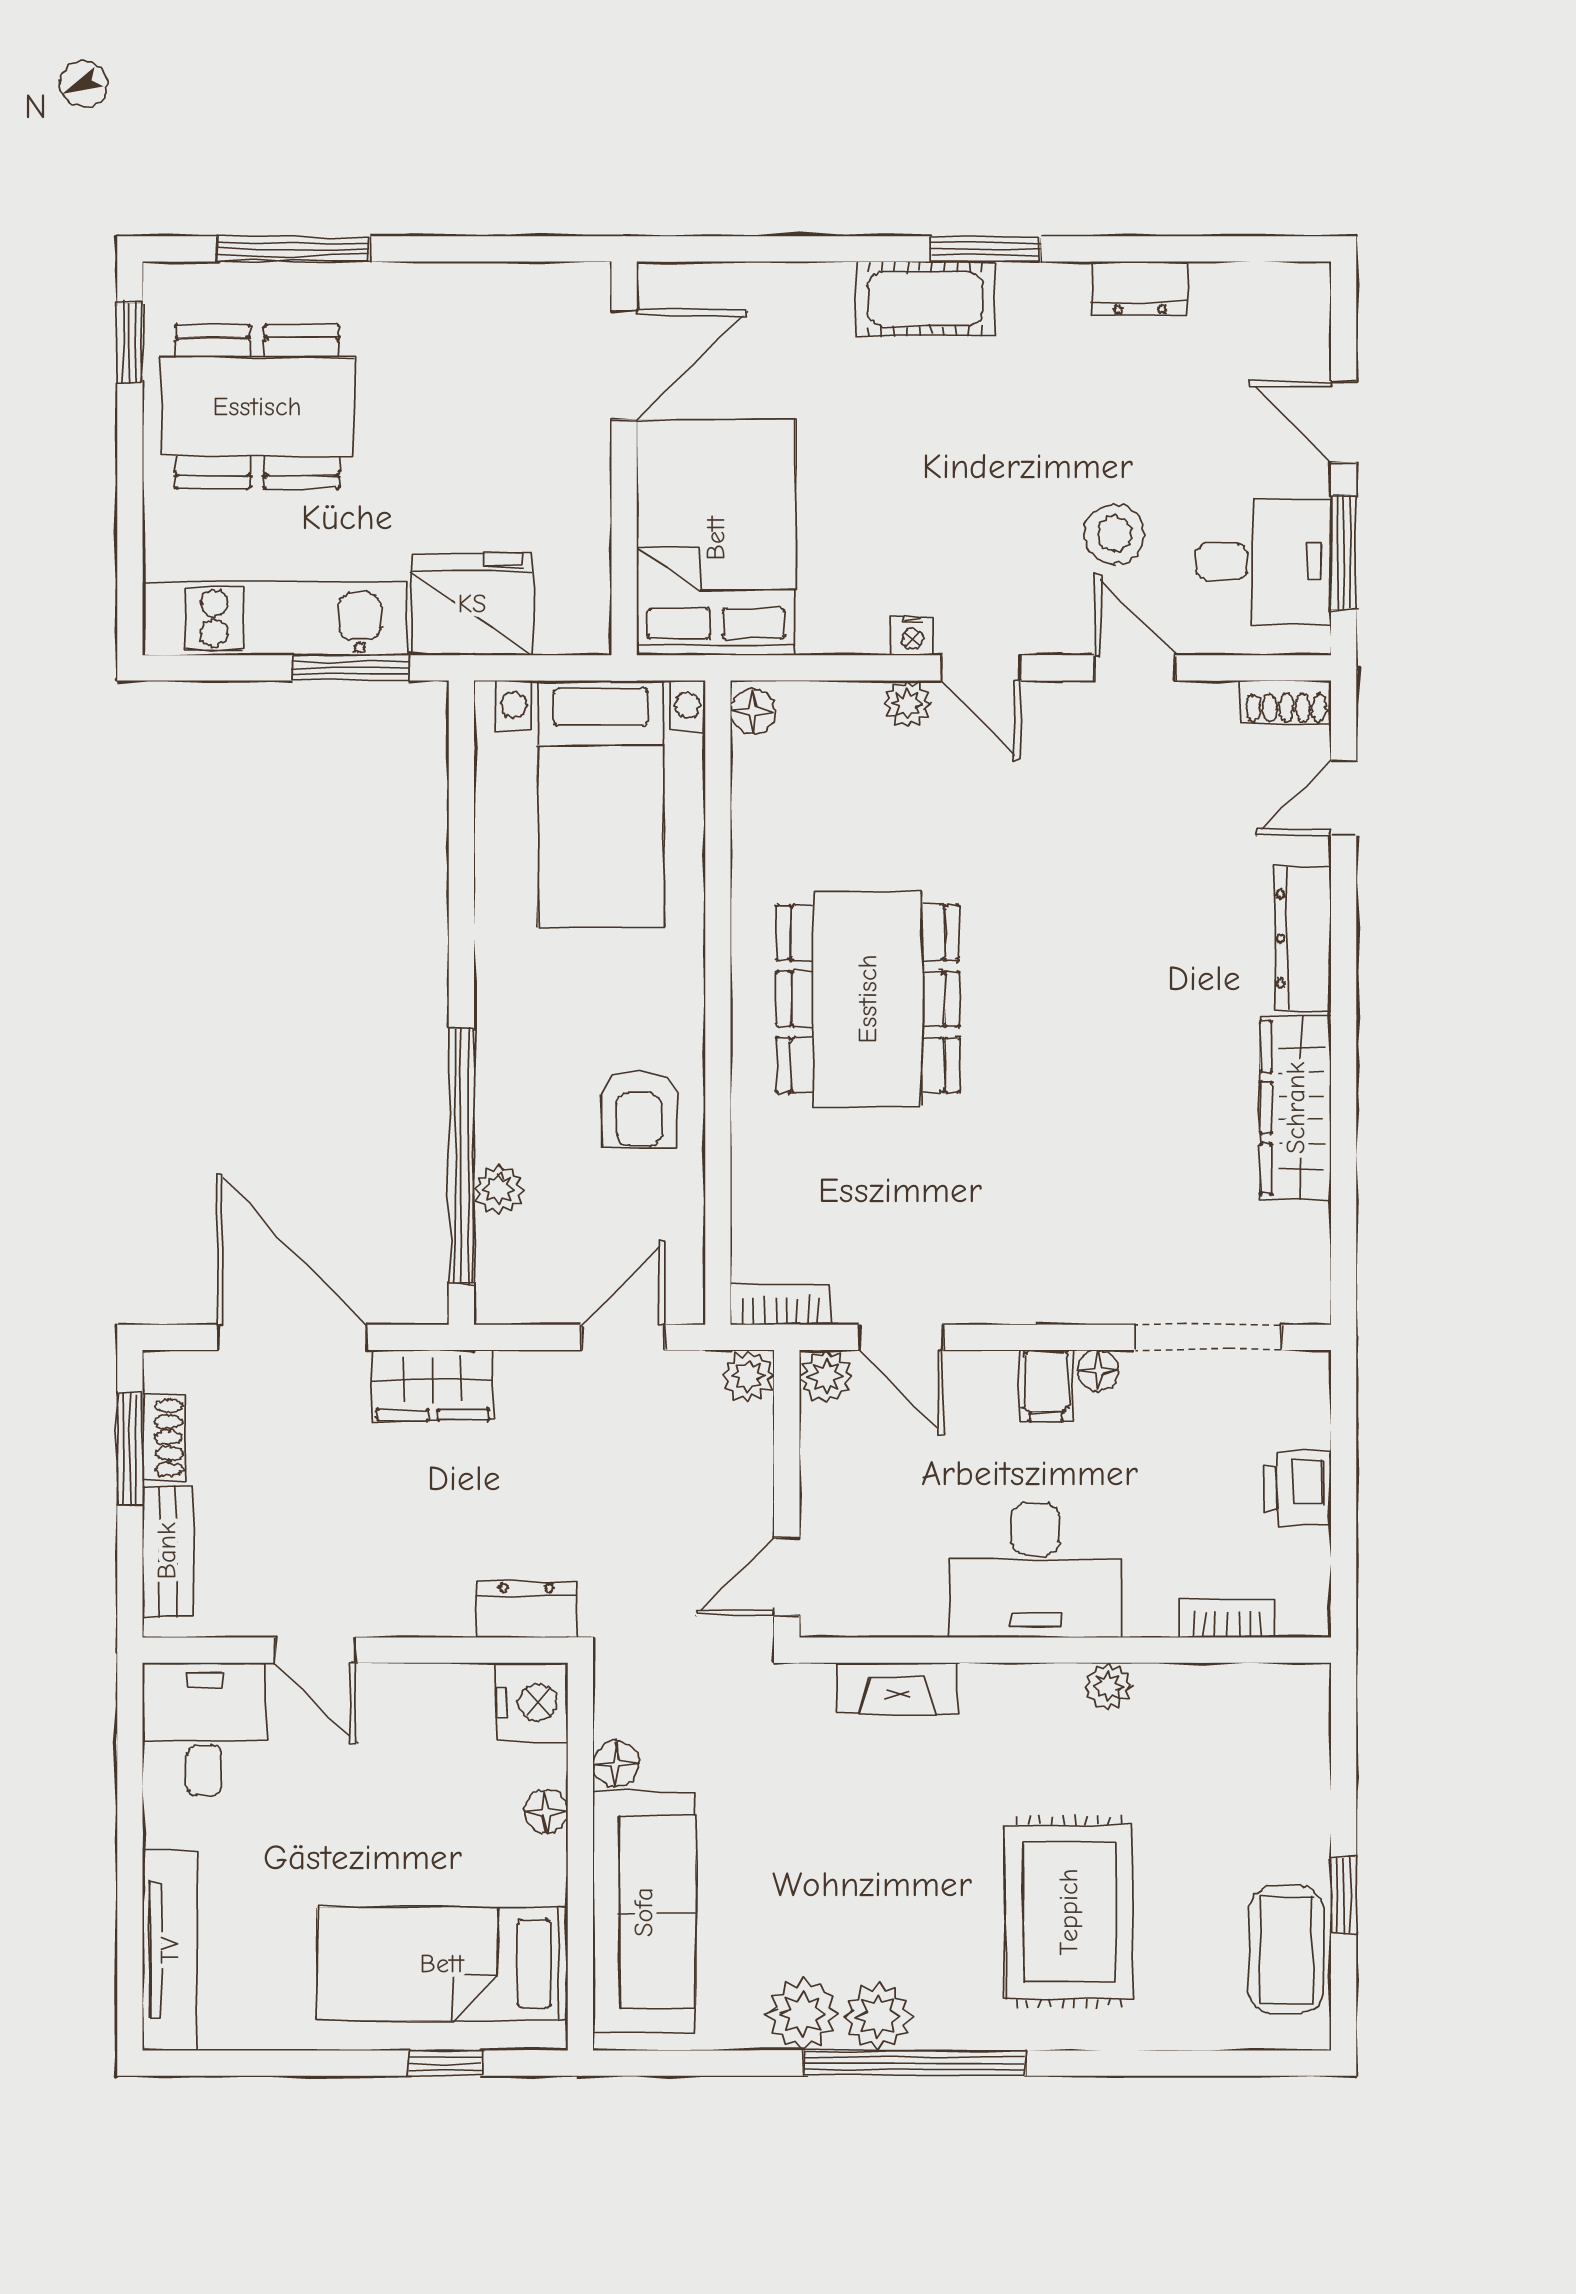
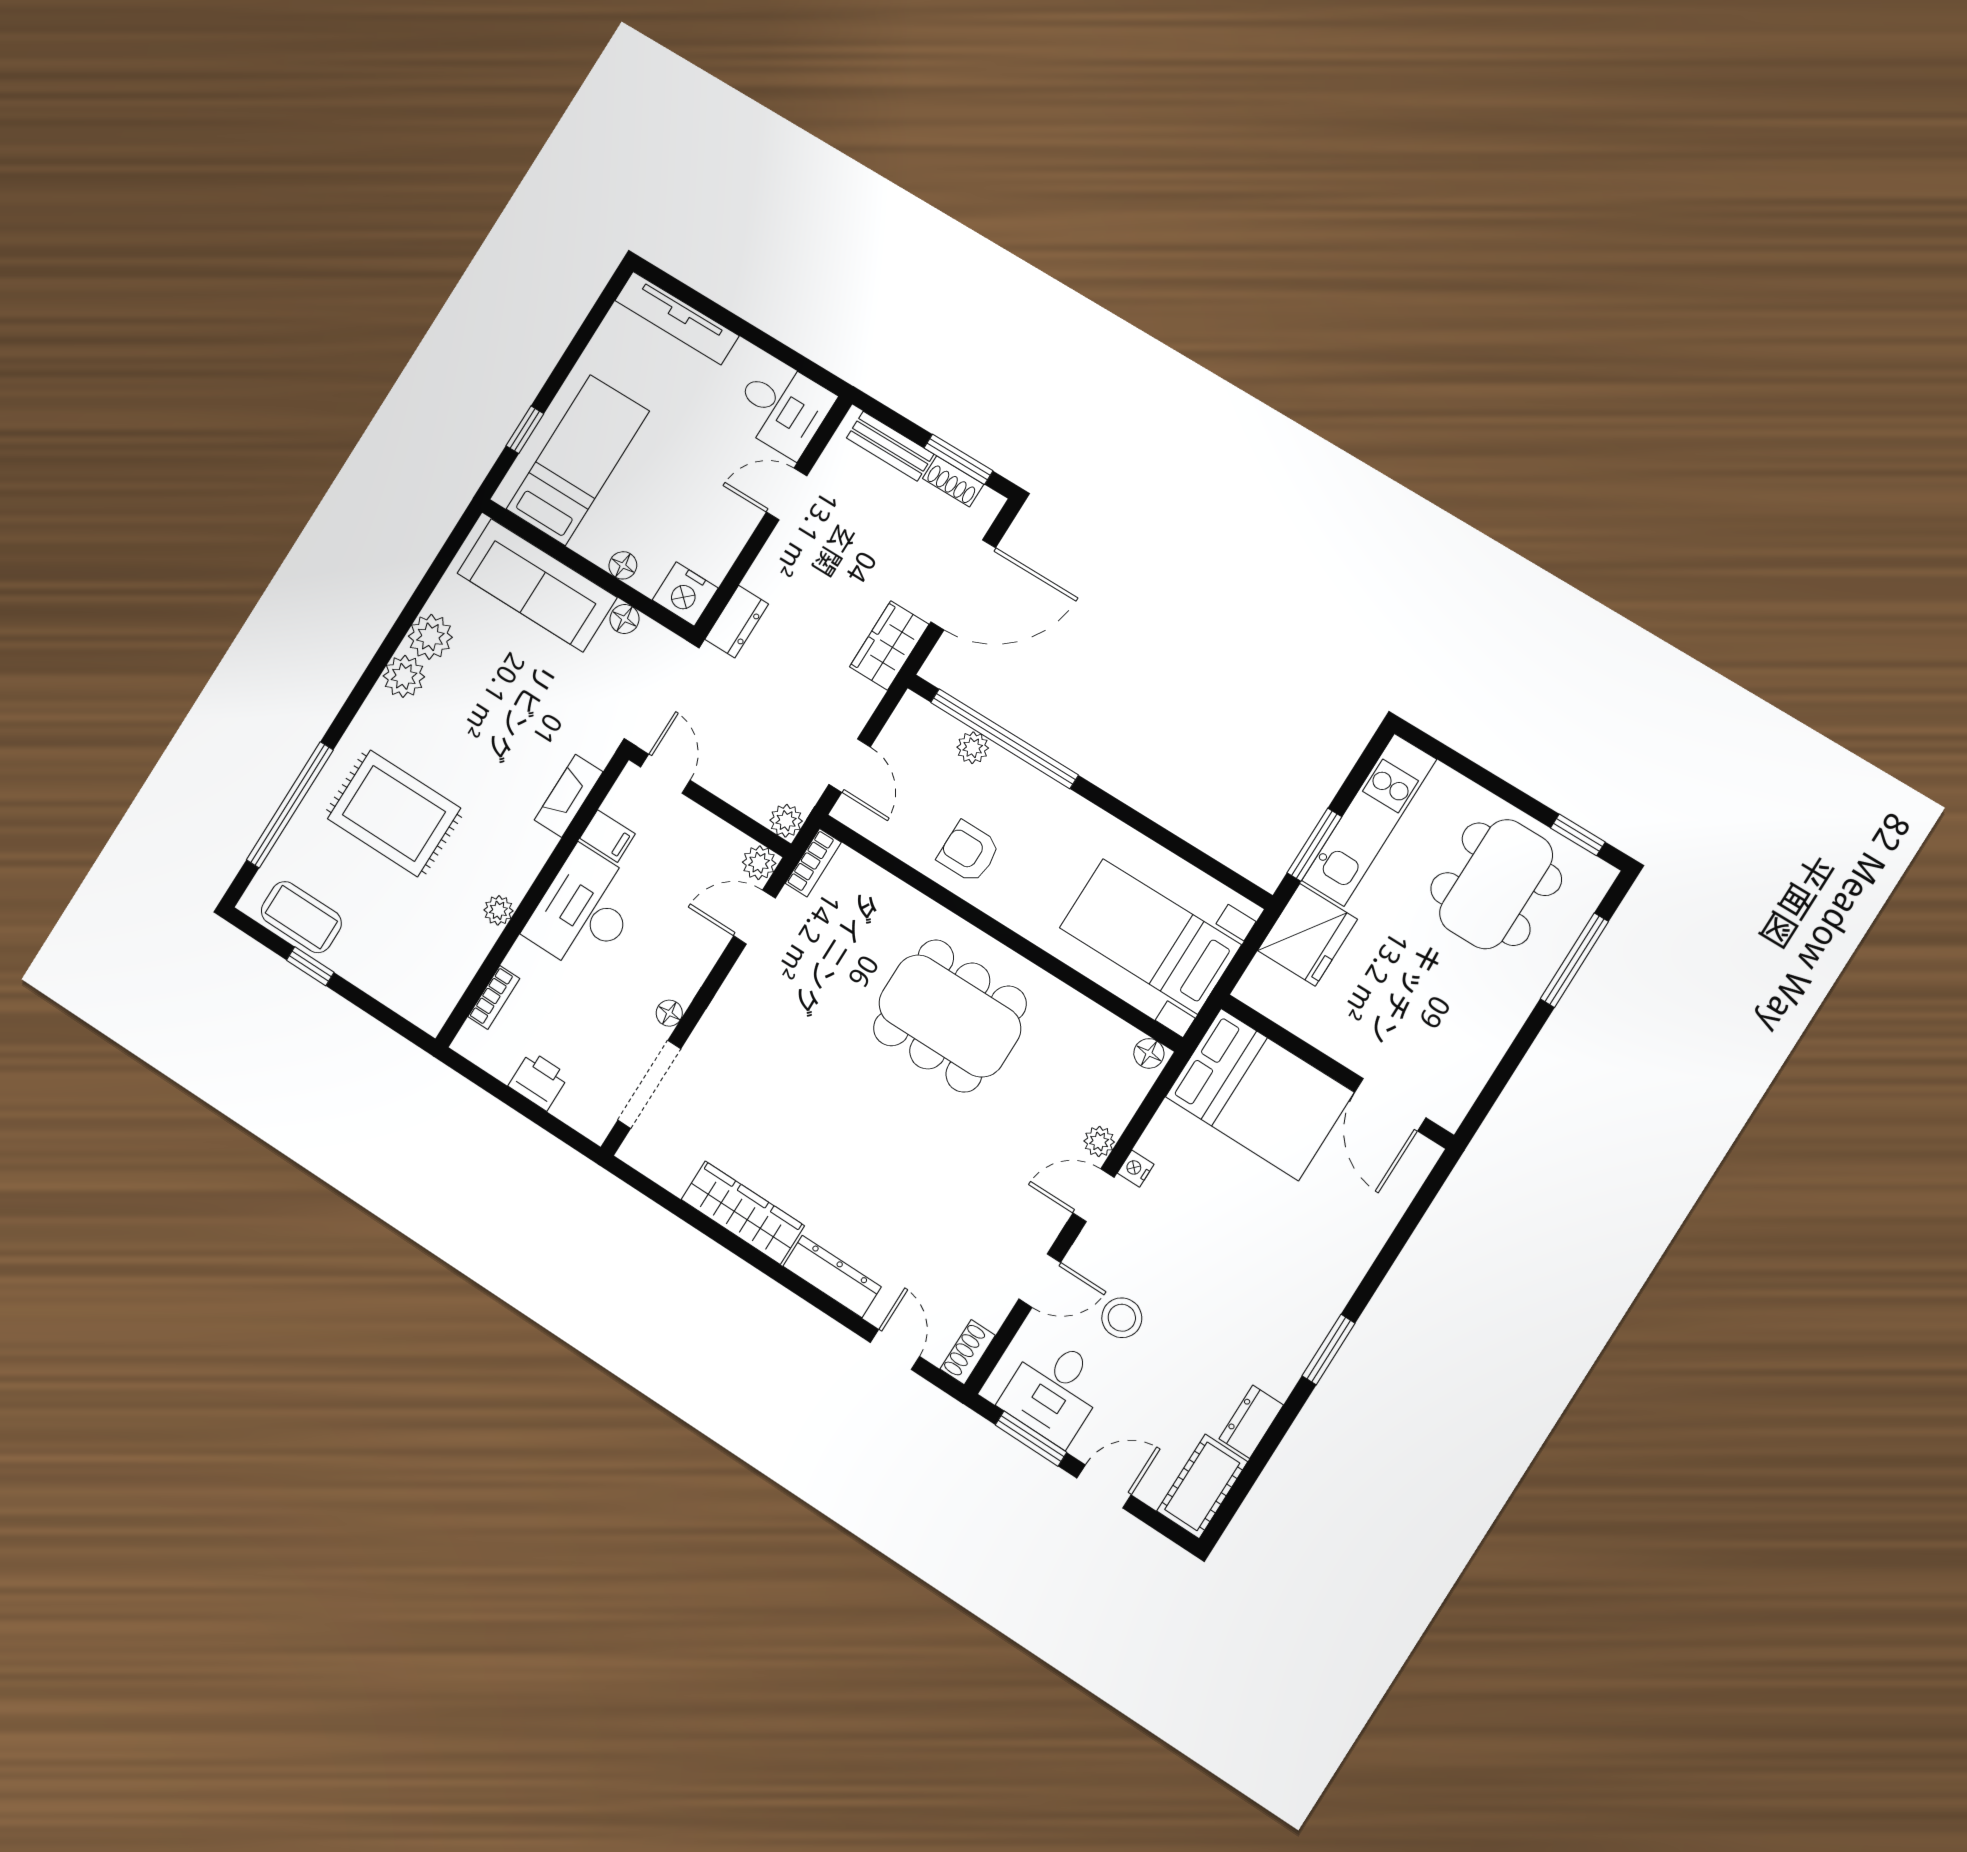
cot: (925, 299) -> (1202, 1486), moved
filing cabinet: (1046, 1386) -> (607, 836), moved, turned 180
window: (915, 2063) -> (290, 805), moved

